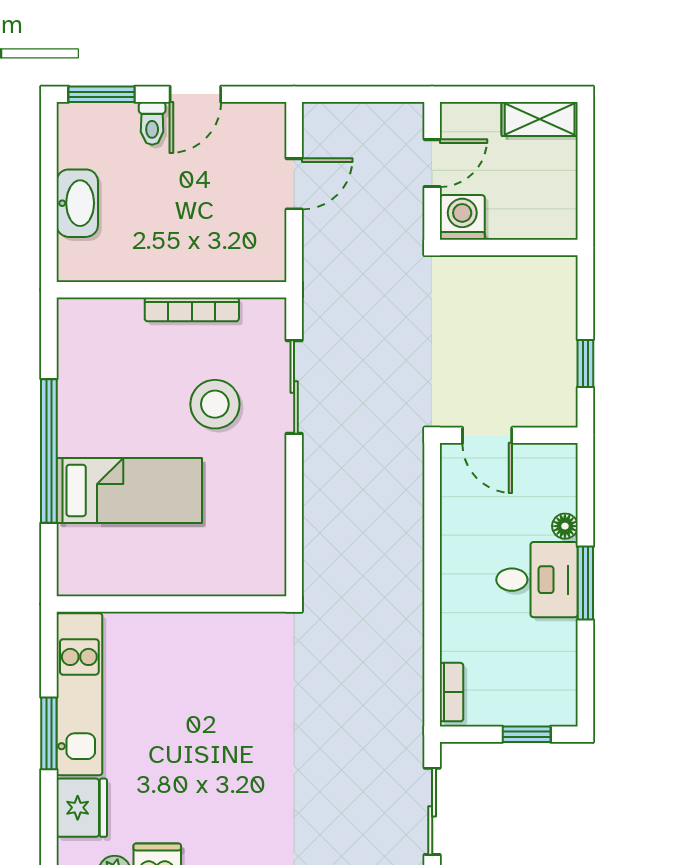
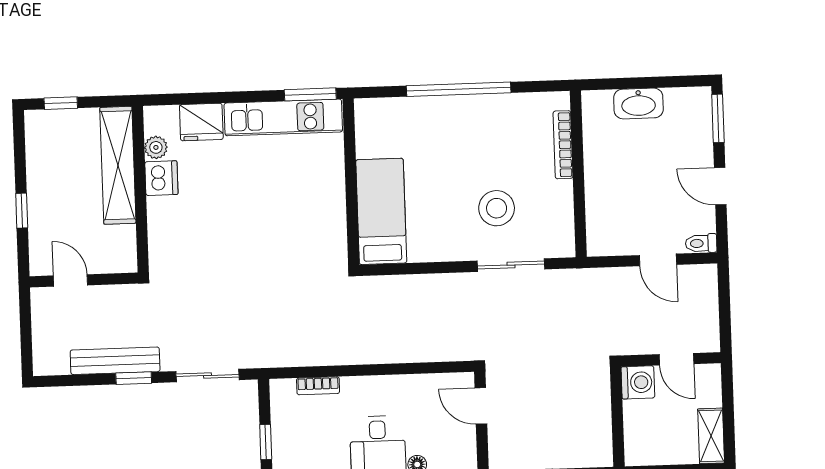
toilet: (152, 123) -> (701, 243), moved
bookcase: (192, 309) -> (563, 145), moved
door: (487, 435) -> (481, 406), hinge flipped
bed: (129, 490) -> (381, 211), moved, turned 180
bookcase: (451, 692) -> (318, 386), moved
window: (49, 733) -> (310, 94), moved

